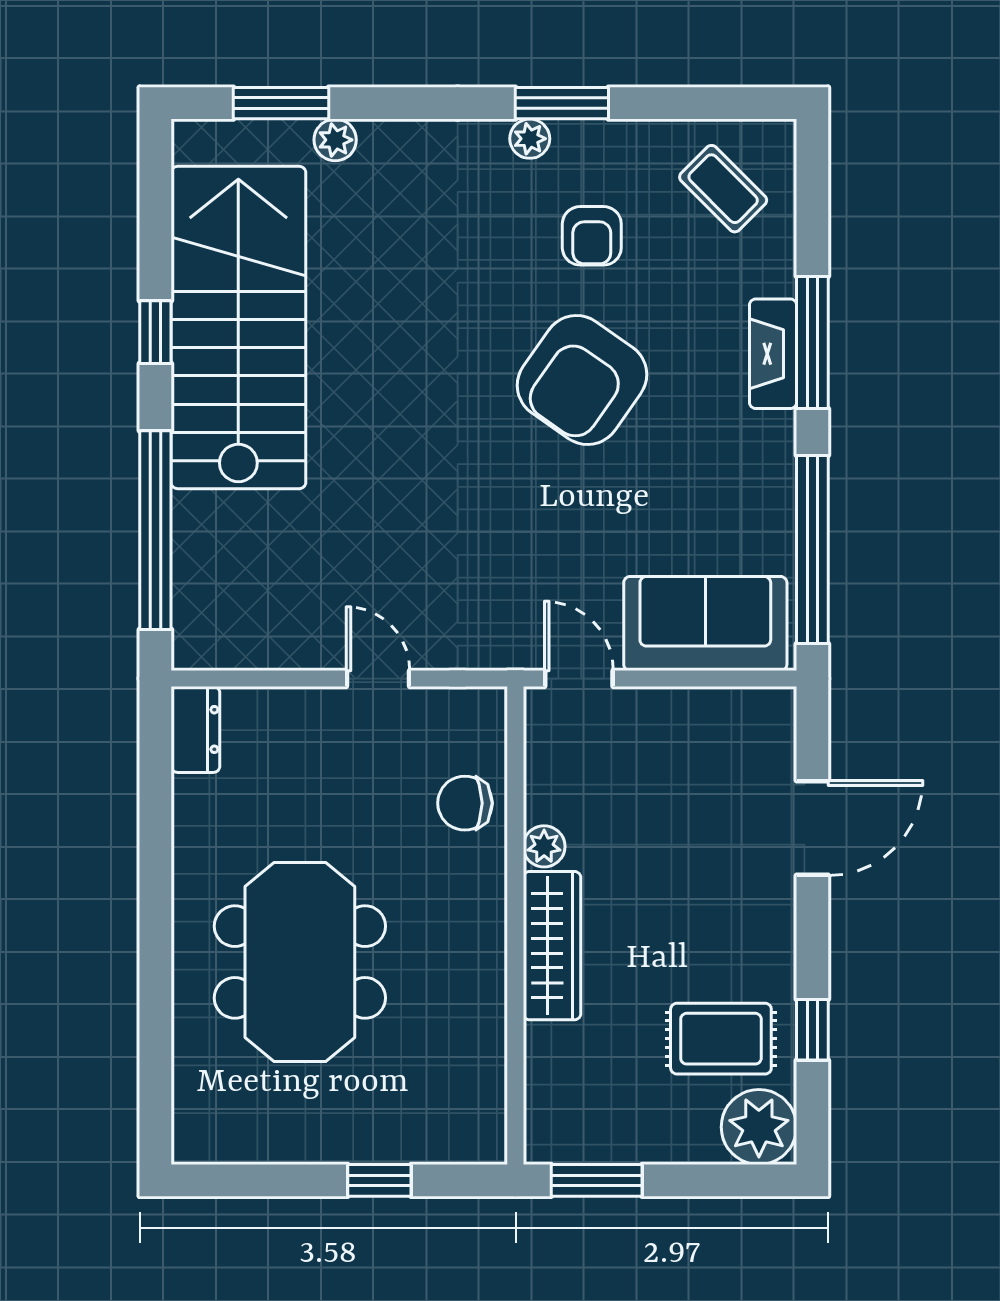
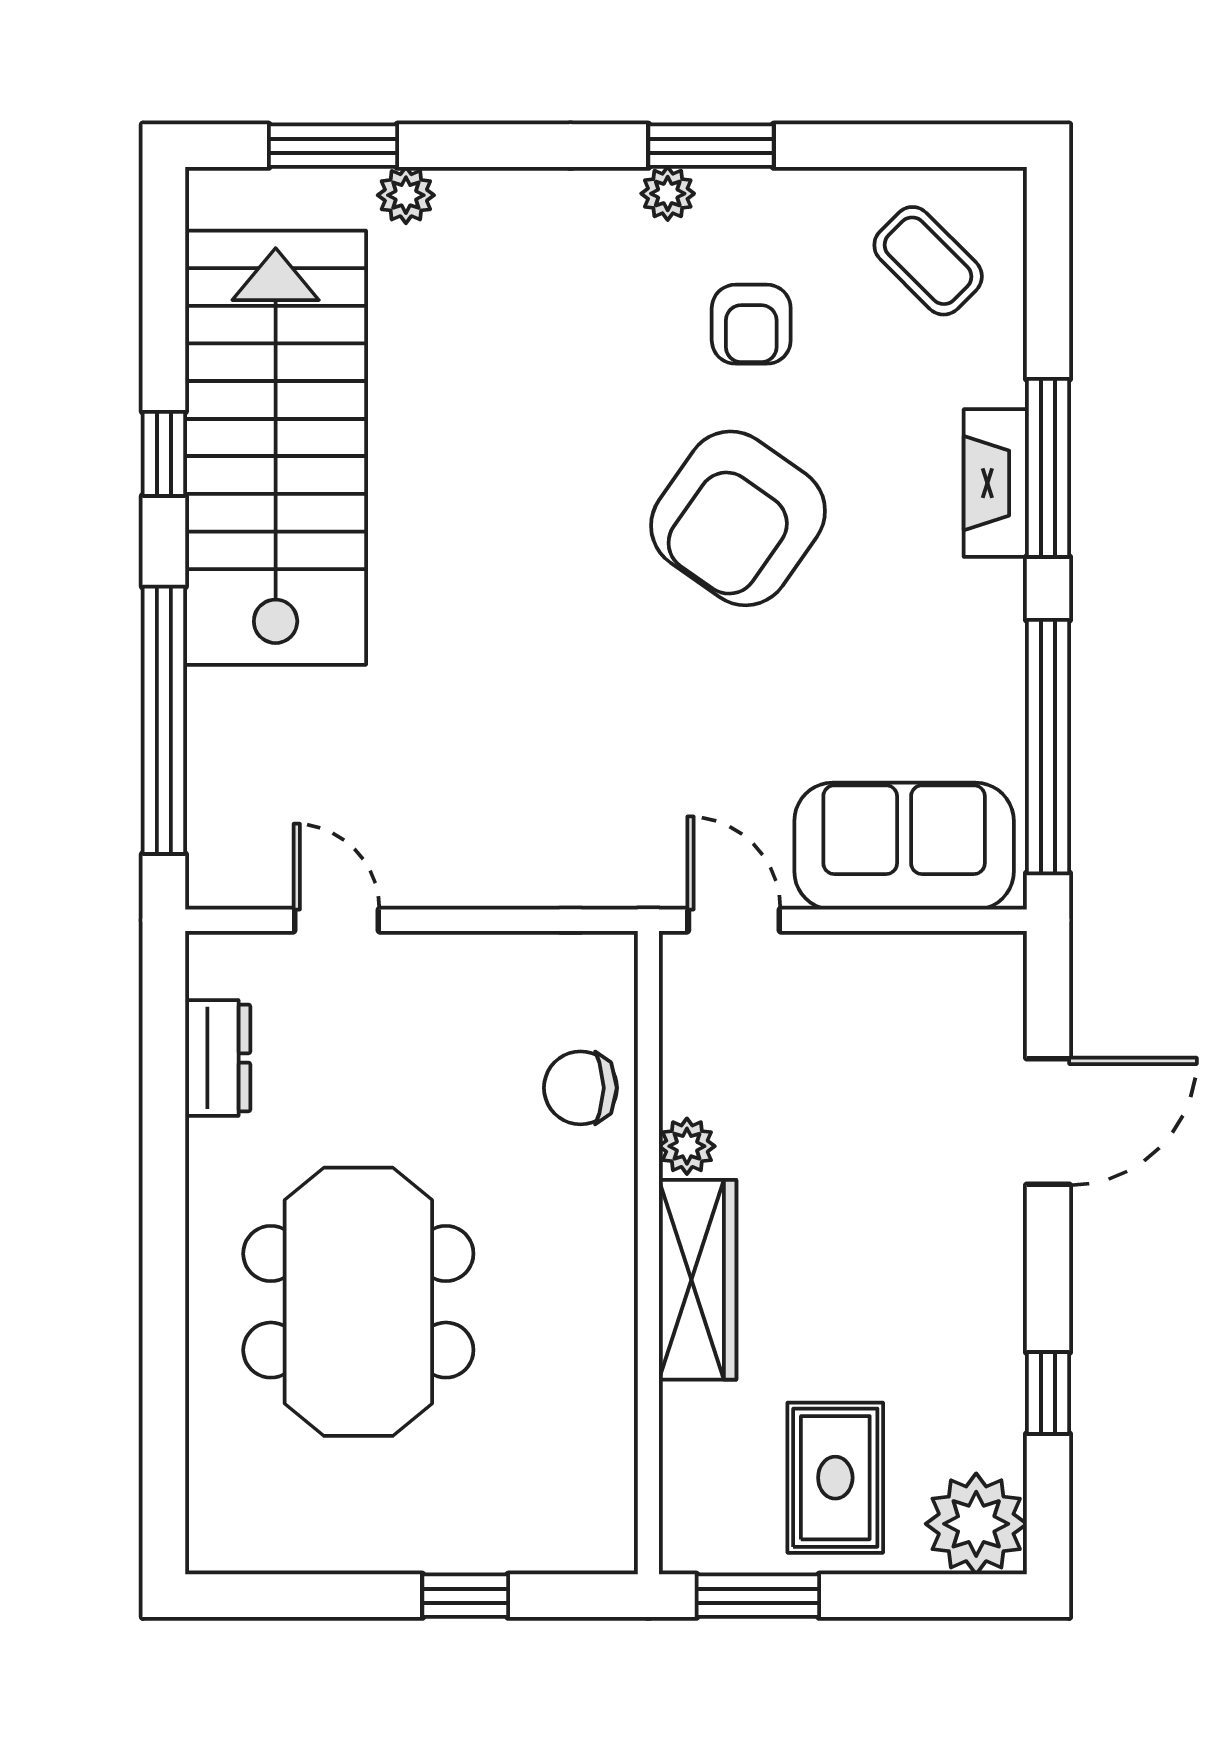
door: (378, 679) -> (337, 920), moved
dresser: (195, 729) -> (218, 1058), moved
rug: (721, 1039) -> (835, 1478), moved, turned 90

